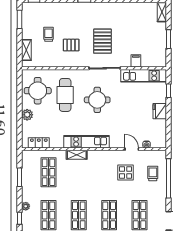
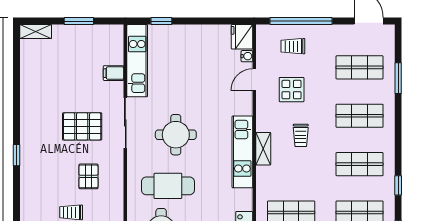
fridge: (160, 111) -> (242, 37), moved, turned 90
shelving: (77, 155) -> (263, 149), moved
trolley: (97, 178) -> (301, 135), added

